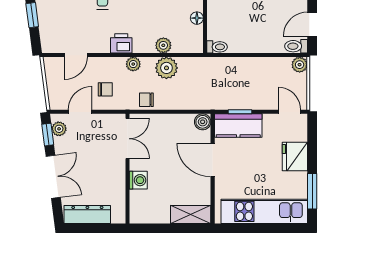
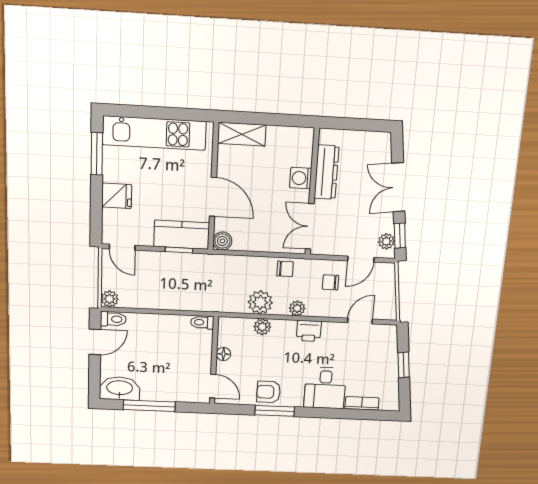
fridge: (295, 157) -> (117, 196), width x0.72
dresser: (87, 214) -> (326, 172), moved, turned -90

